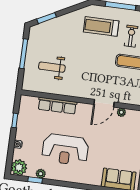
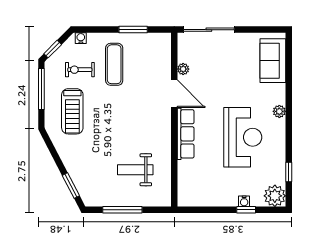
weight bench: (52, 67) -> (135, 170), turned 90
row of seats: (57, 106) -> (186, 134), moved
window: (15, 120) -> (246, 210), moved
plant: (41, 174) -> (279, 111), moved

